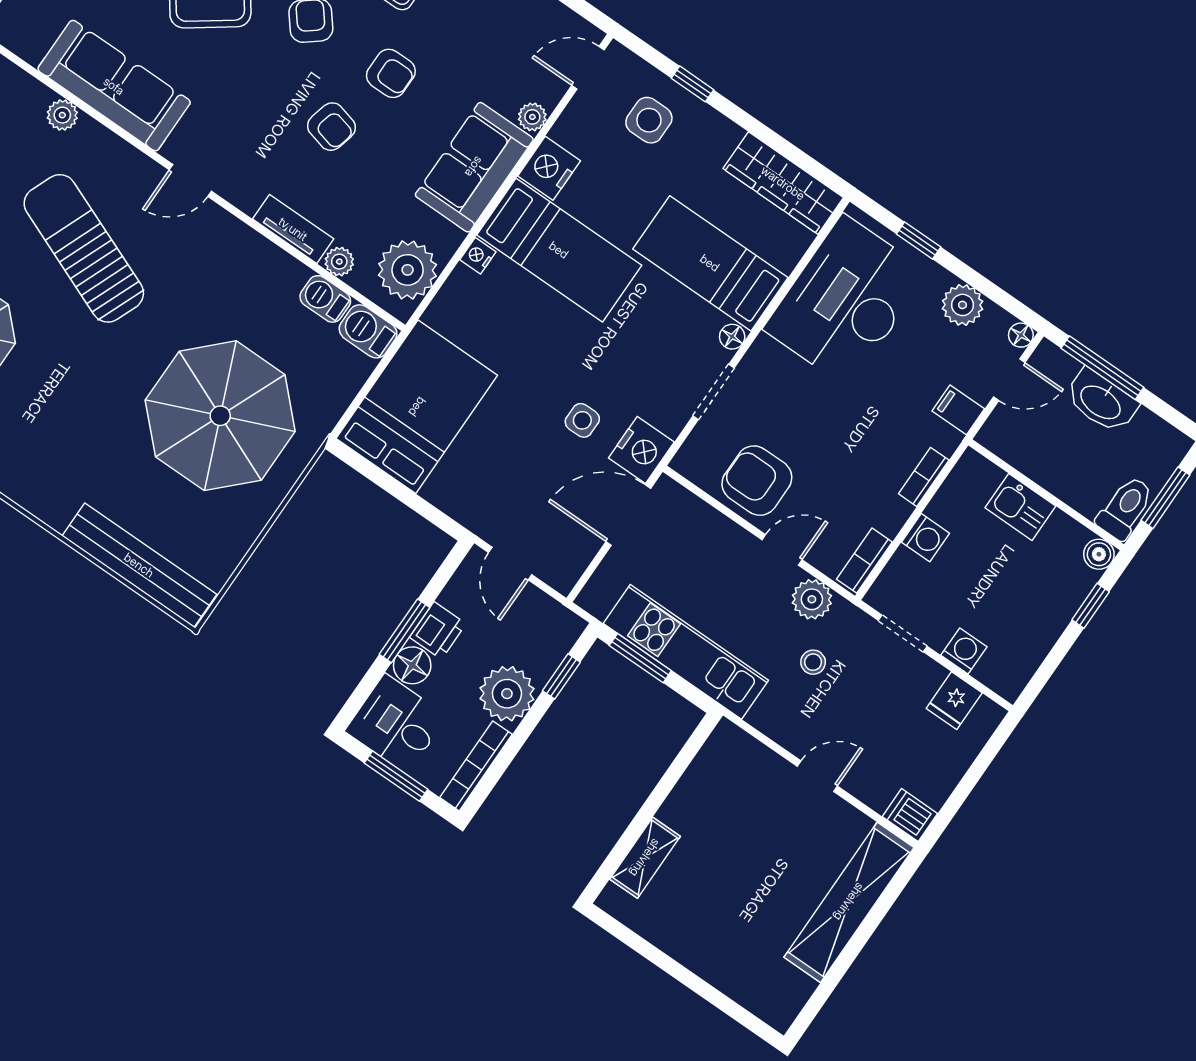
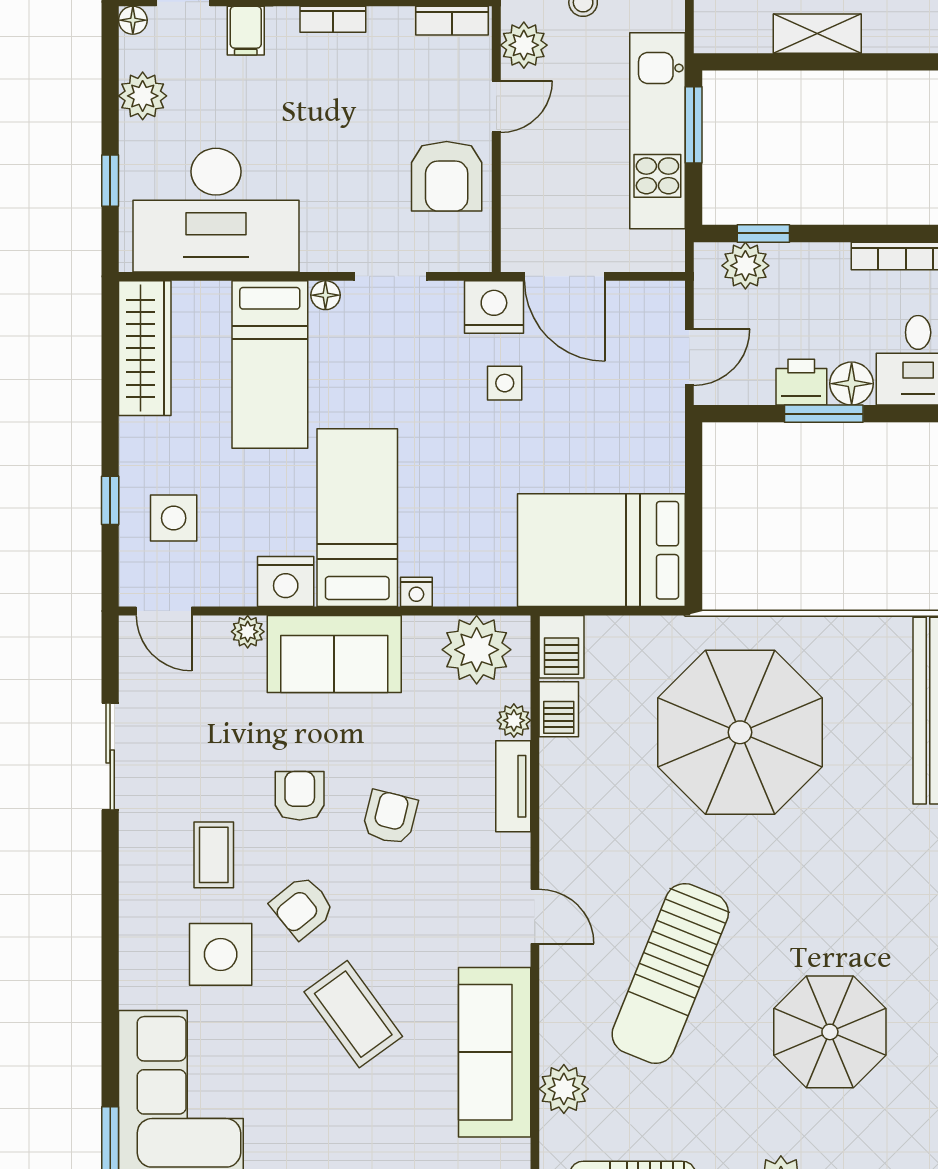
plant: (62, 115) -> (564, 1089), width x1.38, depth x1.38
door: (782, 550) -> (496, 106), swing flipped
window: (640, 658) -> (694, 125), moved
plant: (507, 694) -> (745, 266), moved, width x0.73, depth x0.73
shelving: (645, 858) -> (817, 34), moved

